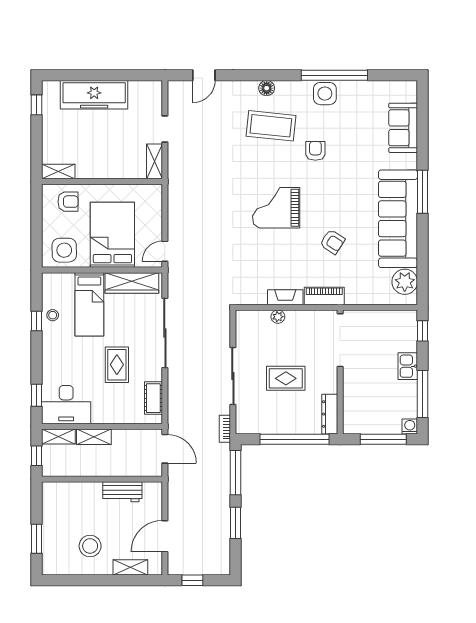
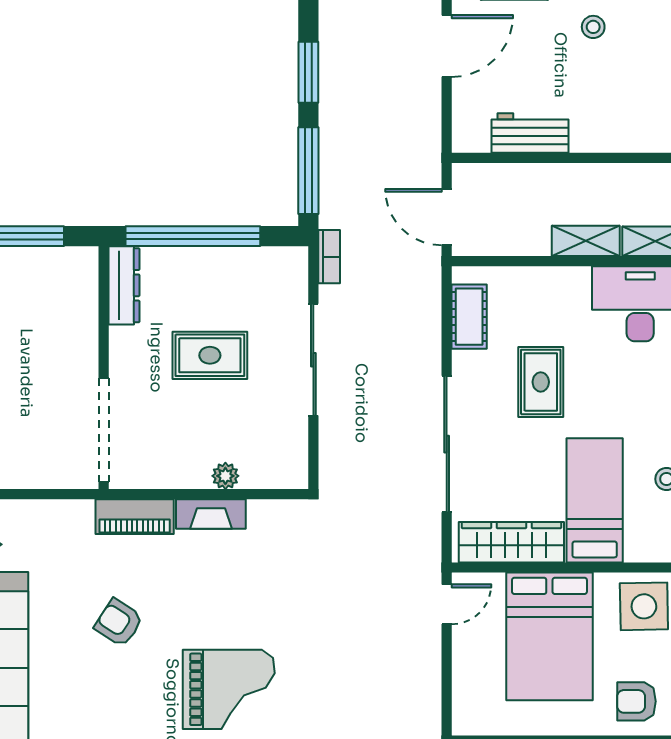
stool: (90, 546) -> (593, 27), width x0.53, depth x0.53

